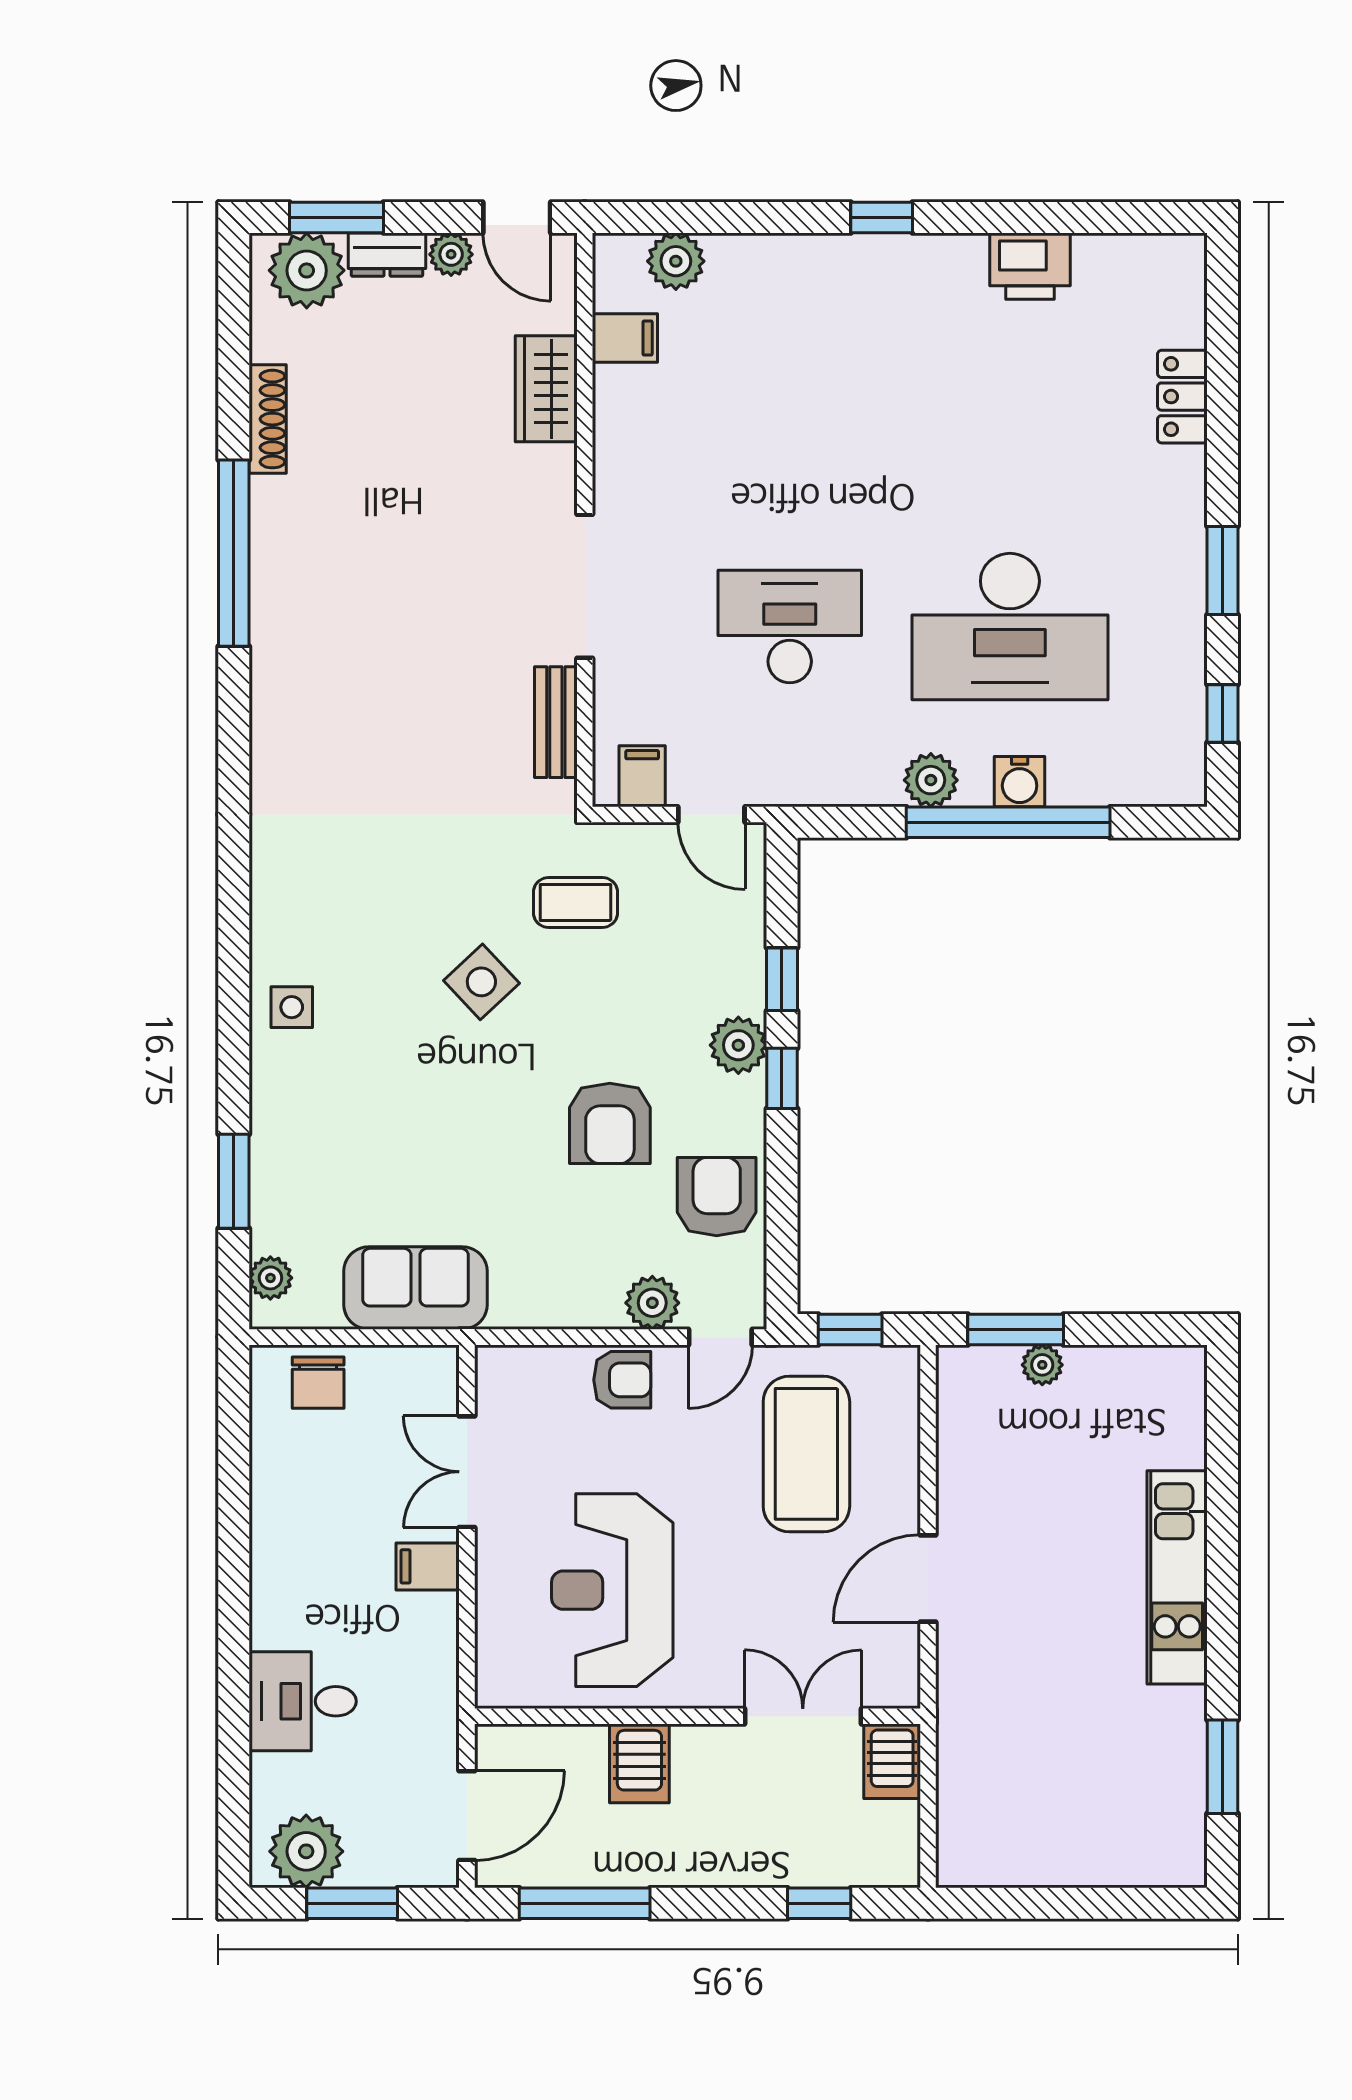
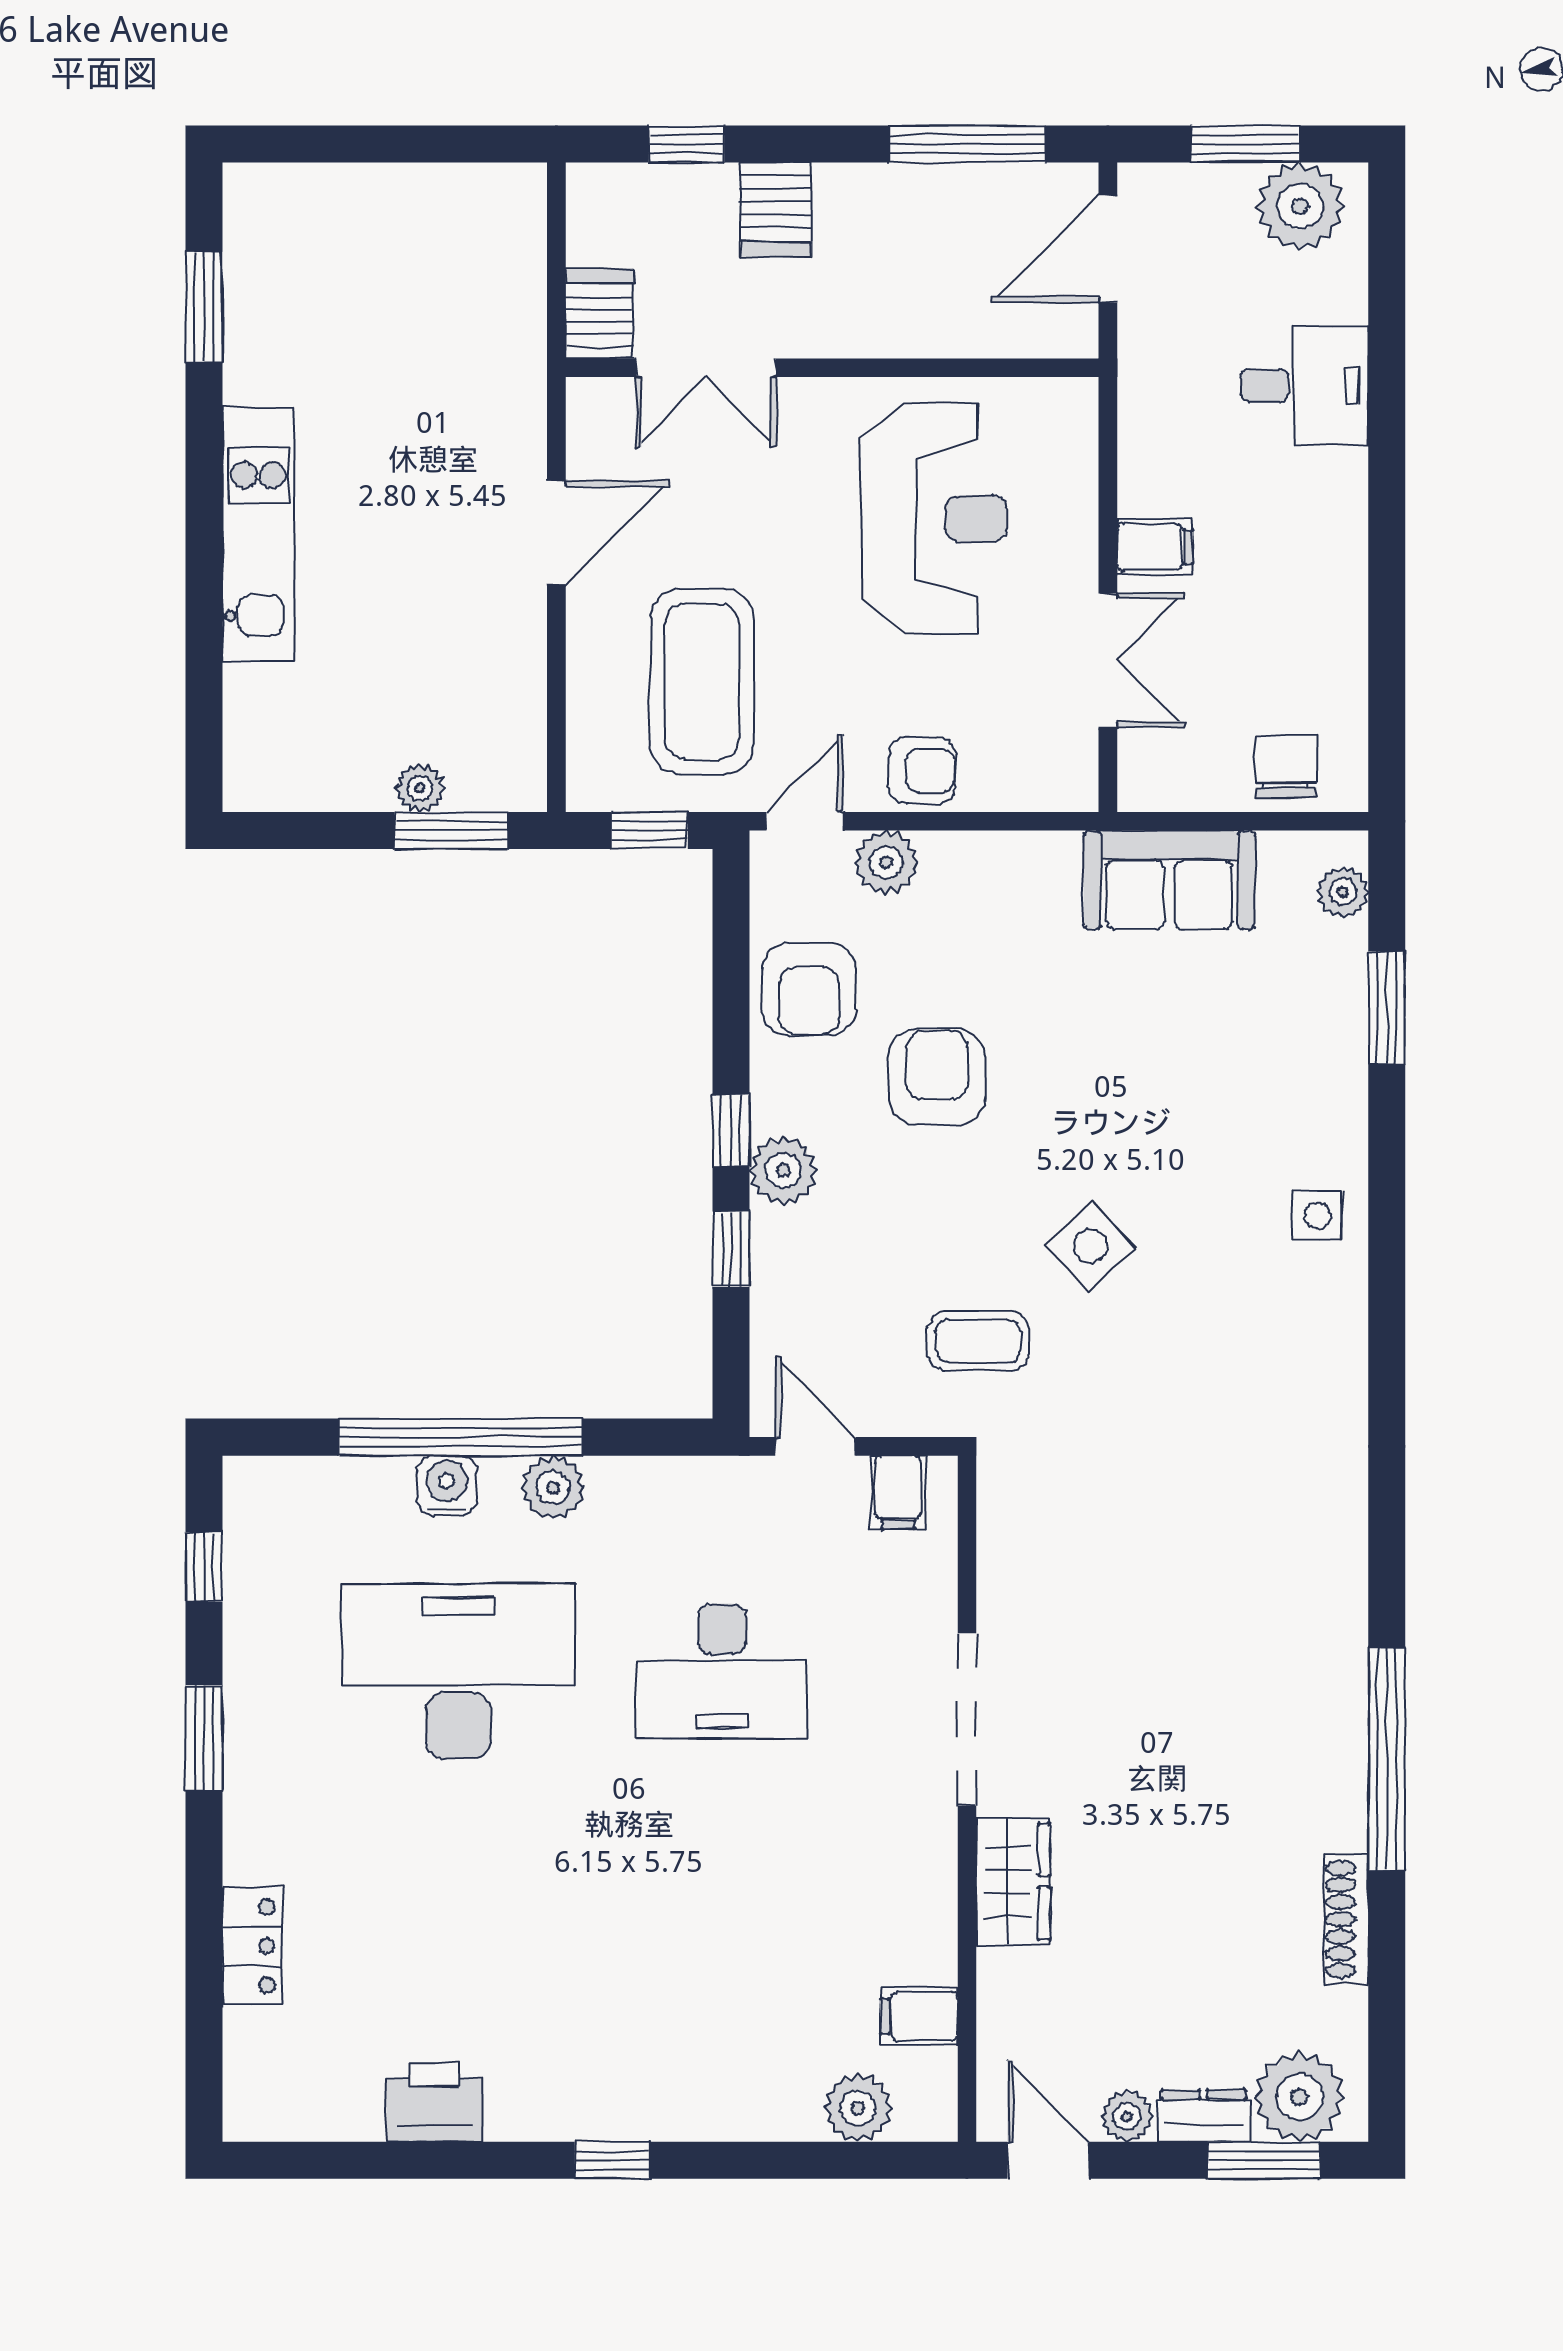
wardrobe: (546, 389) -> (1013, 1882), moved
bench: (556, 722) -> (1001, 1557), removed
armchair: (622, 1380) -> (922, 770), turned 180
server rack: (639, 1763) -> (776, 210), moved, turned 180

